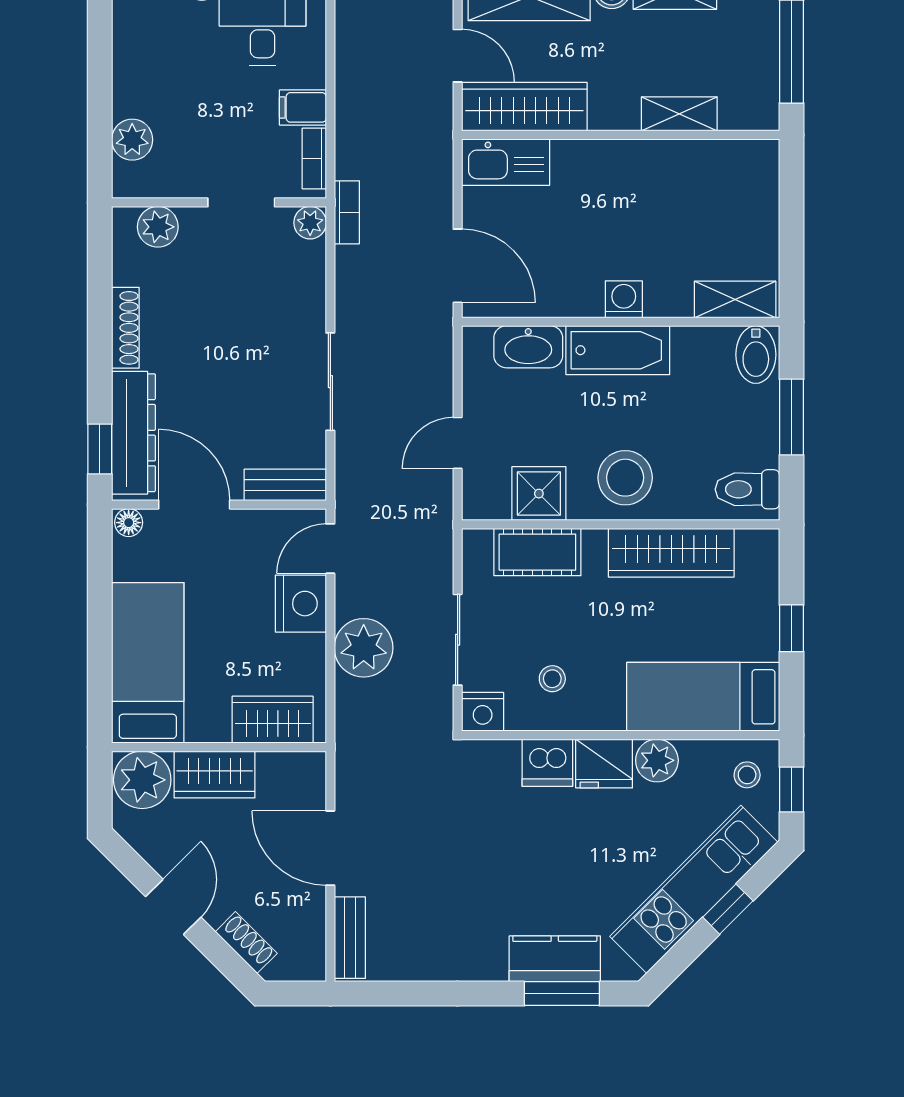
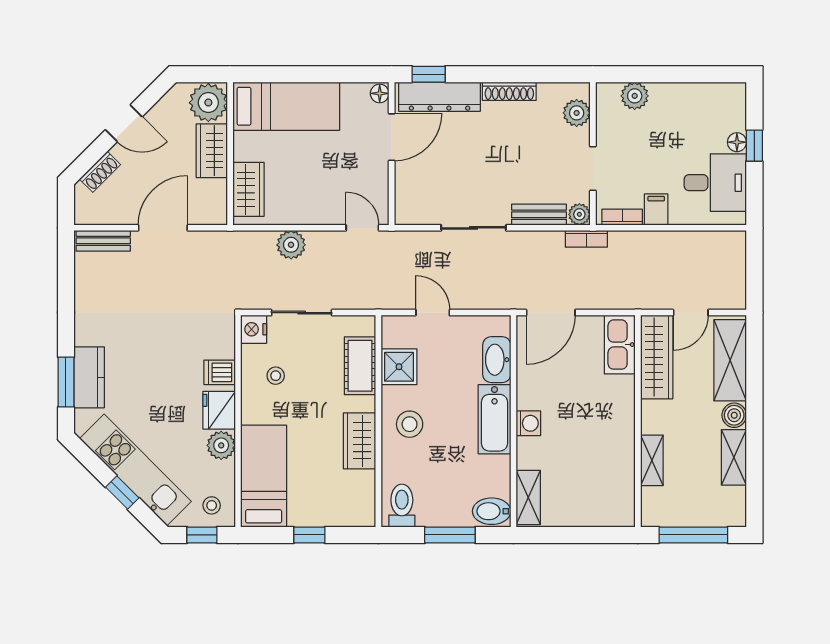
stool: (625, 478) -> (410, 424), width x0.73, depth x0.73
bench: (285, 485) -> (539, 215), moved, turned 90
wardrobe: (671, 553) -> (360, 441), width x0.67
nightstand: (301, 604) -> (326, 208), removed
plant: (364, 648) -> (291, 245), width x0.73, depth x0.73
dishwasher: (547, 763) -> (220, 372), width x0.73

